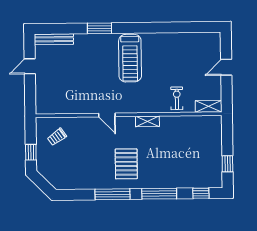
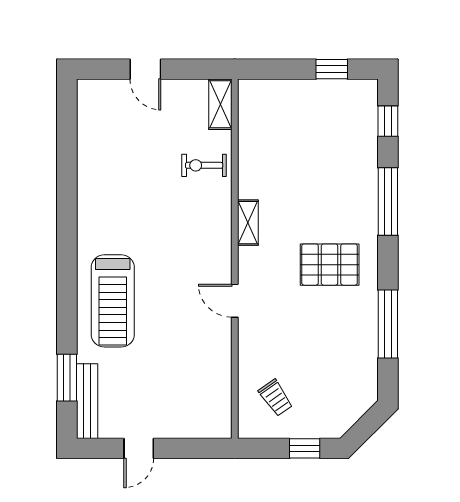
window: (100, 28) -> (67, 378), moved
treadmill: (130, 58) -> (113, 301), moved, turned 90
door: (30, 66) -> (139, 448), hinge flipped
door: (107, 115) -> (235, 301), swing flipped
window: (113, 194) -> (388, 324), moved

